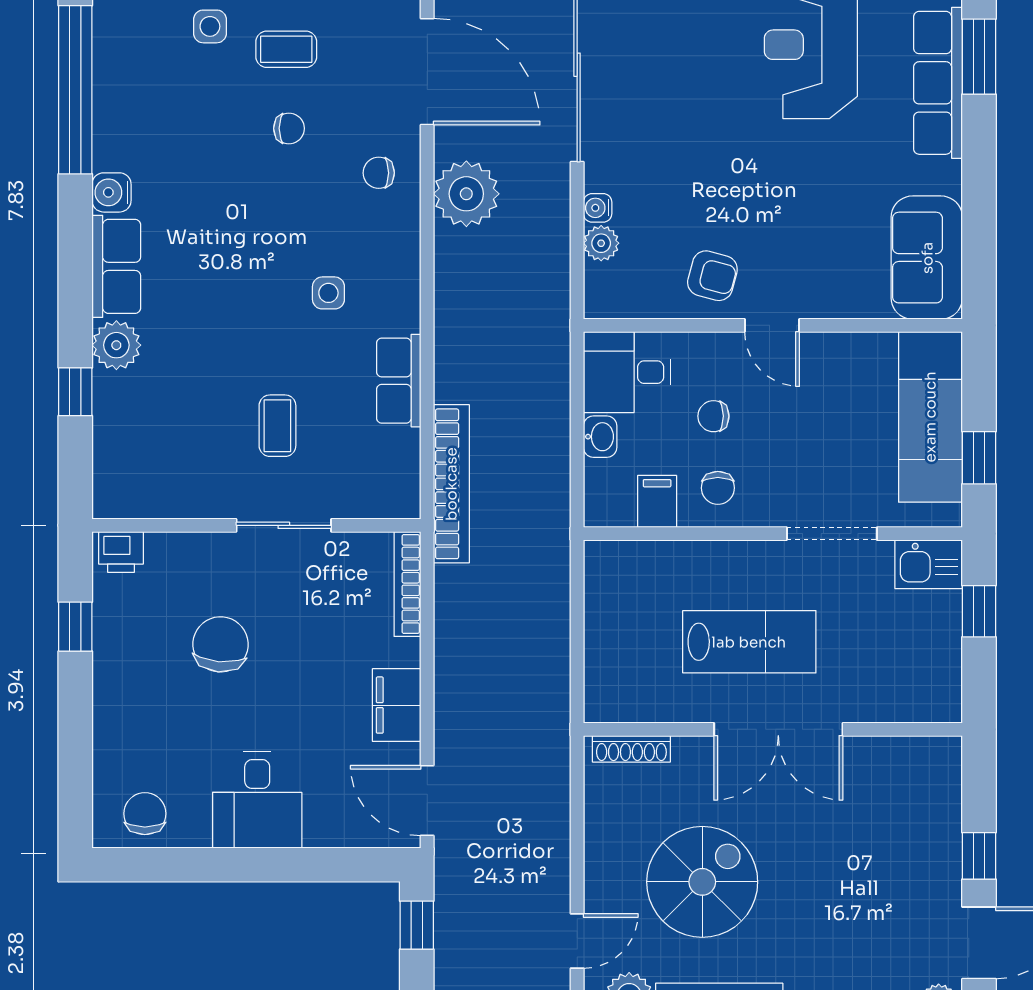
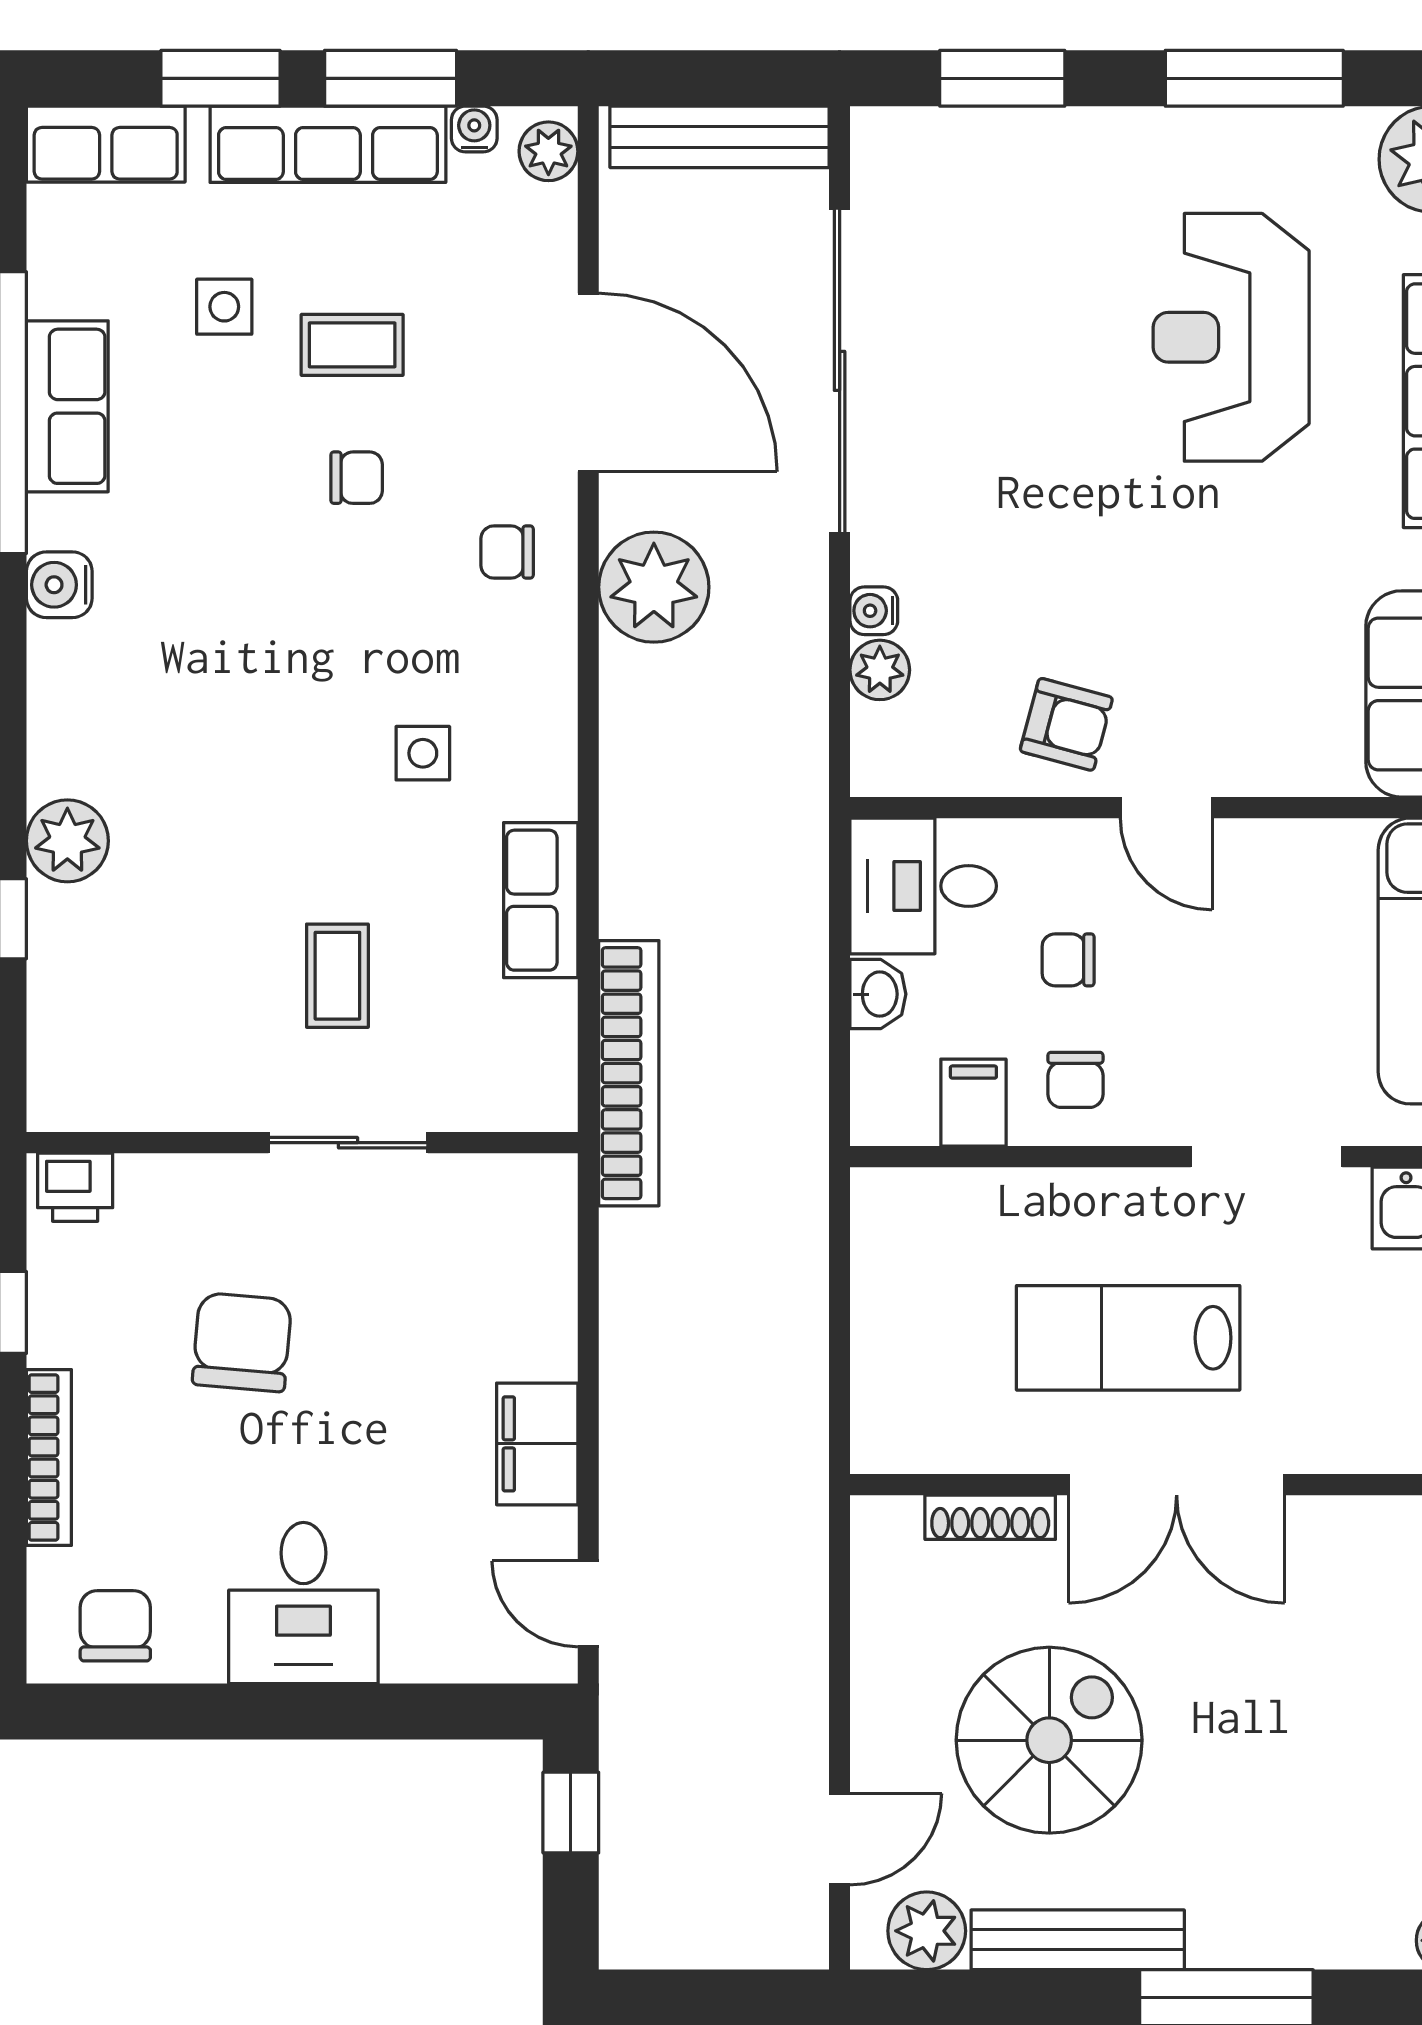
row of seats: (116, 266) -> (67, 406), moved
bookcase: (407, 584) -> (49, 1457), moved, turned 180
lab bench: (749, 642) -> (1128, 1338), turned 180
shoe rack: (631, 749) -> (990, 1517), moved
door: (427, 801) -> (588, 1604), width x0.73

